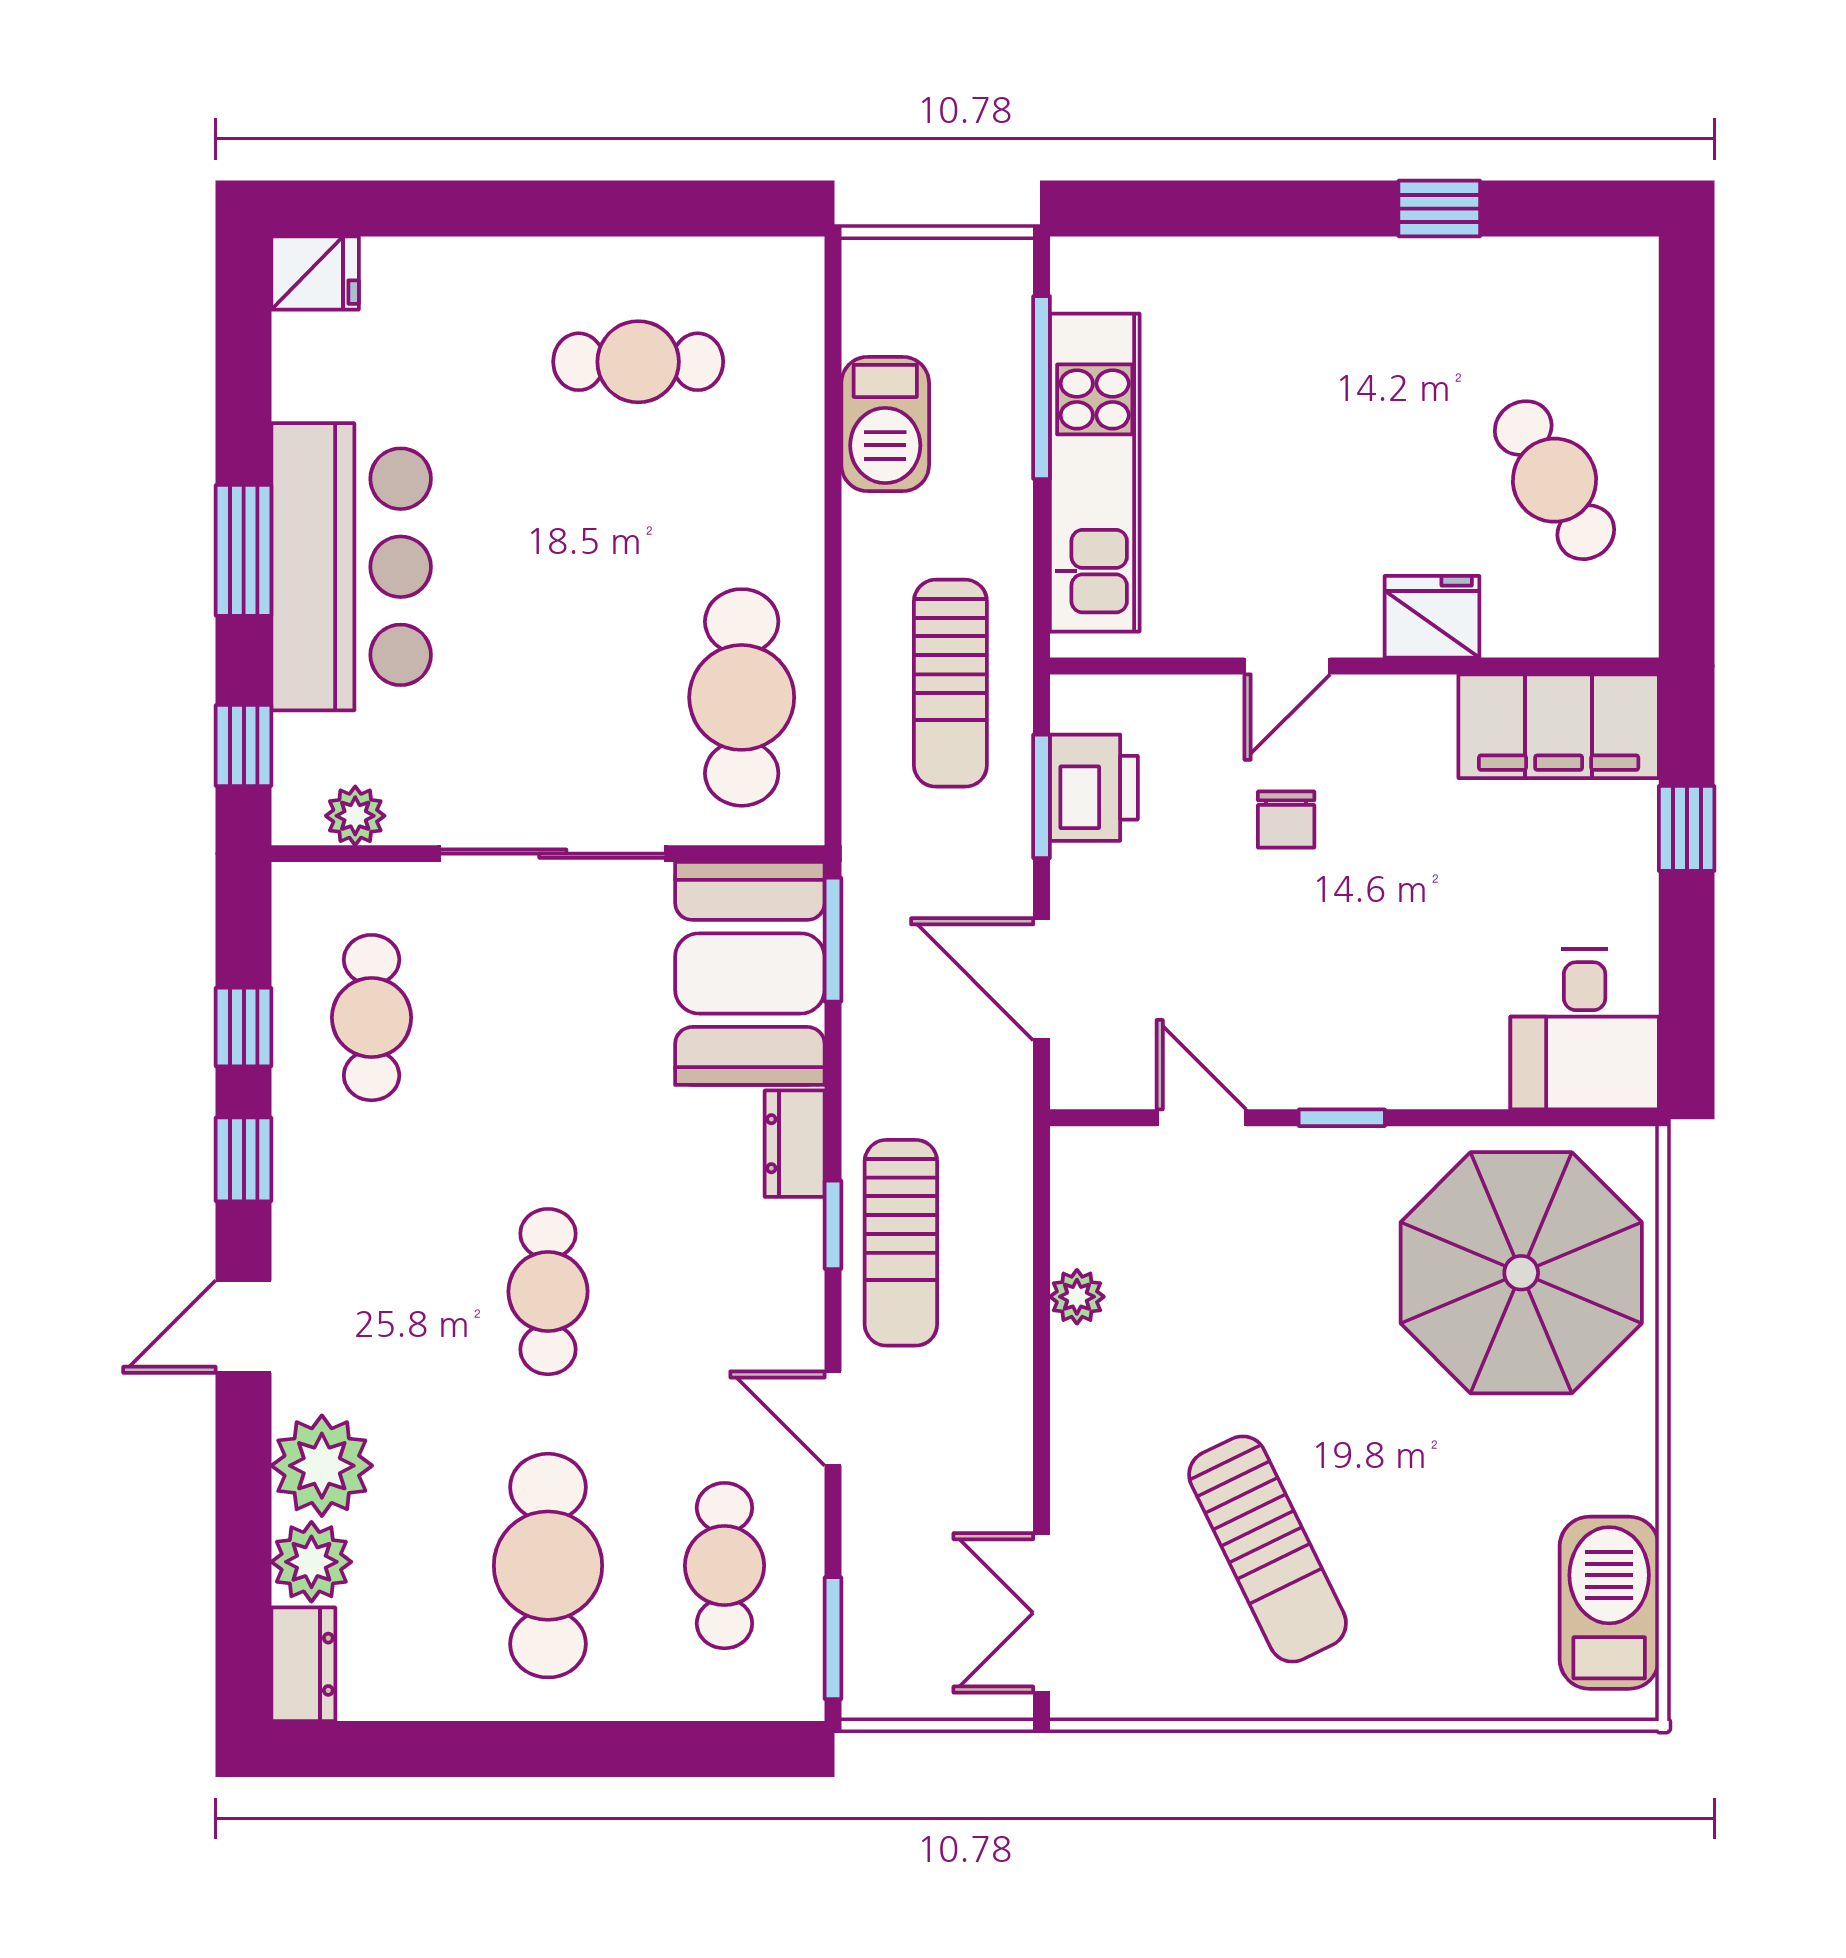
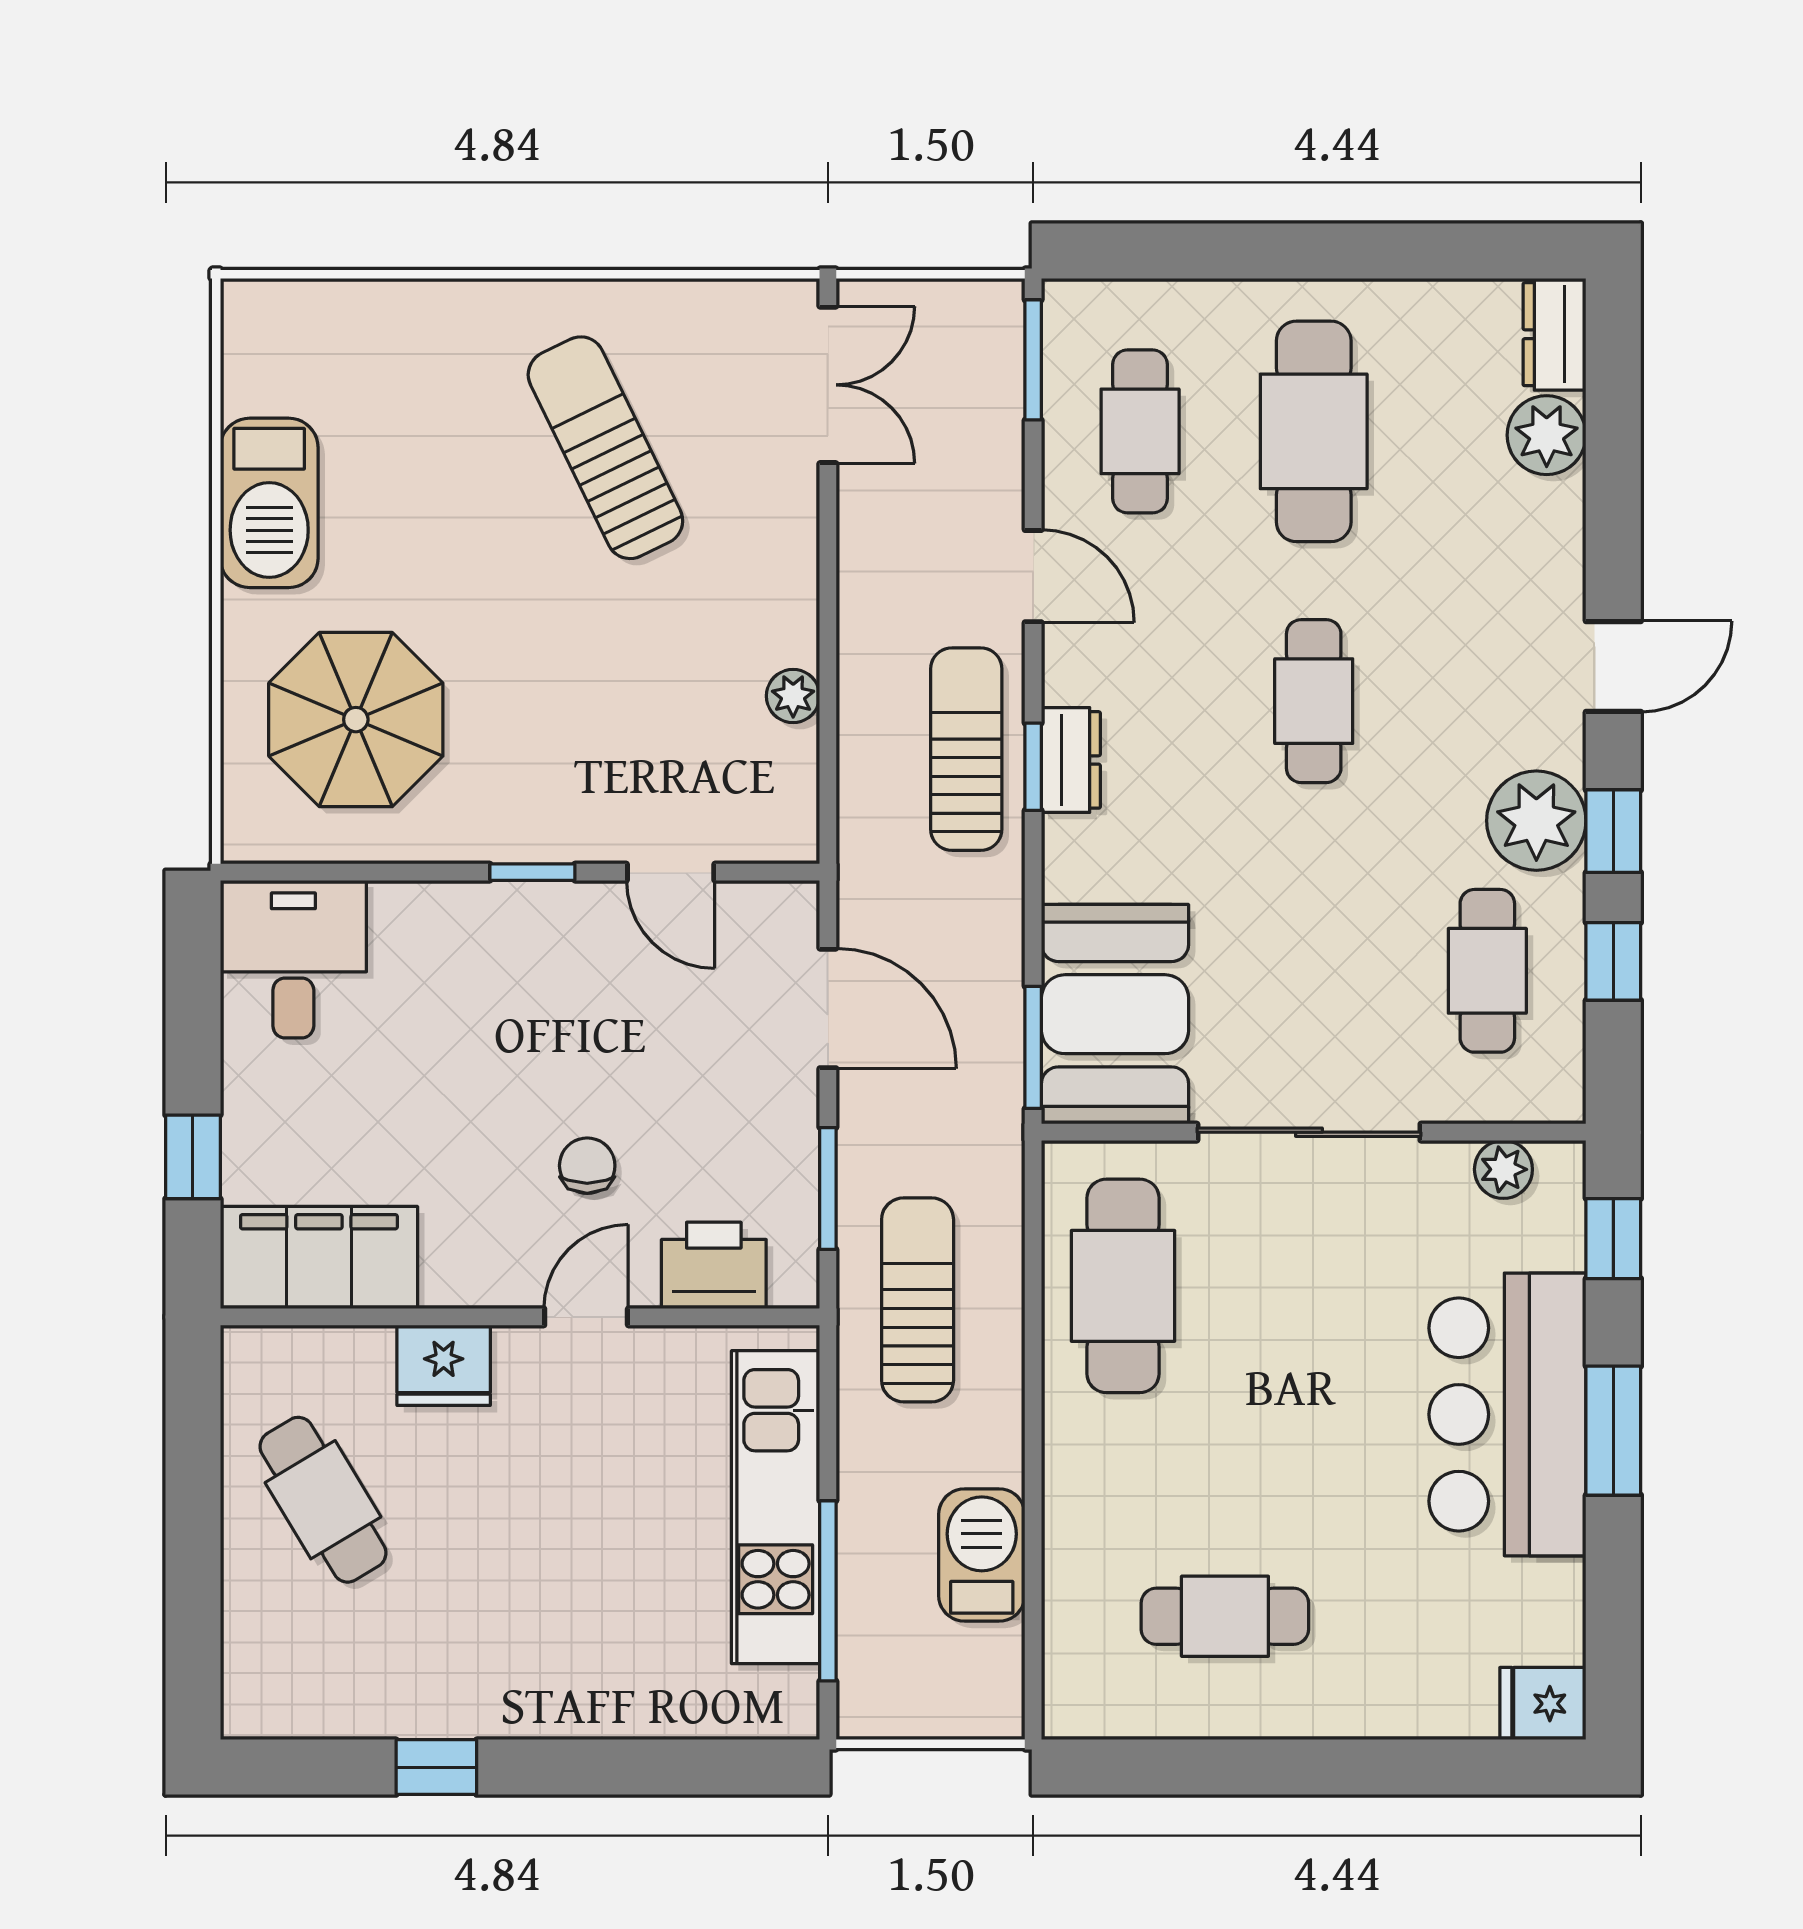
printer: (1094, 788) -> (714, 1265), moved, turned 90
dresser: (795, 1144) -> (1071, 760), moved
parasol: (1521, 1273) -> (356, 720), width x0.73, depth x0.73
plant: (322, 1466) -> (1536, 821), moved
barbecue: (1609, 1603) -> (269, 503), moved

